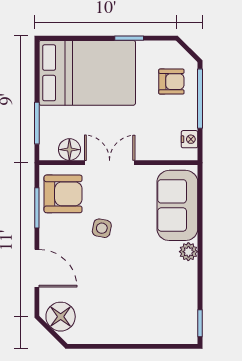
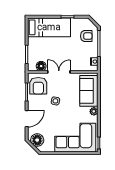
bed: (87, 73) -> (49, 27), width x0.67
armchair: (63, 194) -> (38, 86), turned 90
door: (37, 268) -> (27, 119), hinge flipped
corner sofa: (147, 311) -> (75, 138), added

